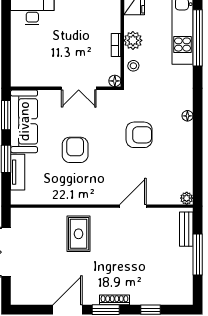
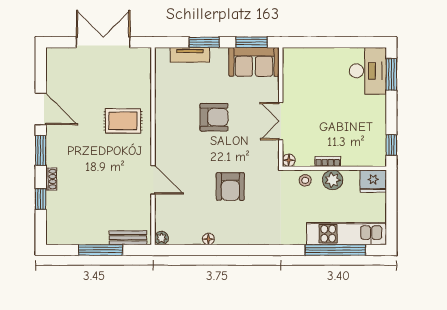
floor lamp: (187, 116) -> (208, 239), moved
sofa: (24, 121) -> (254, 62), width x0.73
shoe rack: (114, 300) -> (51, 179), moved, width x0.70

